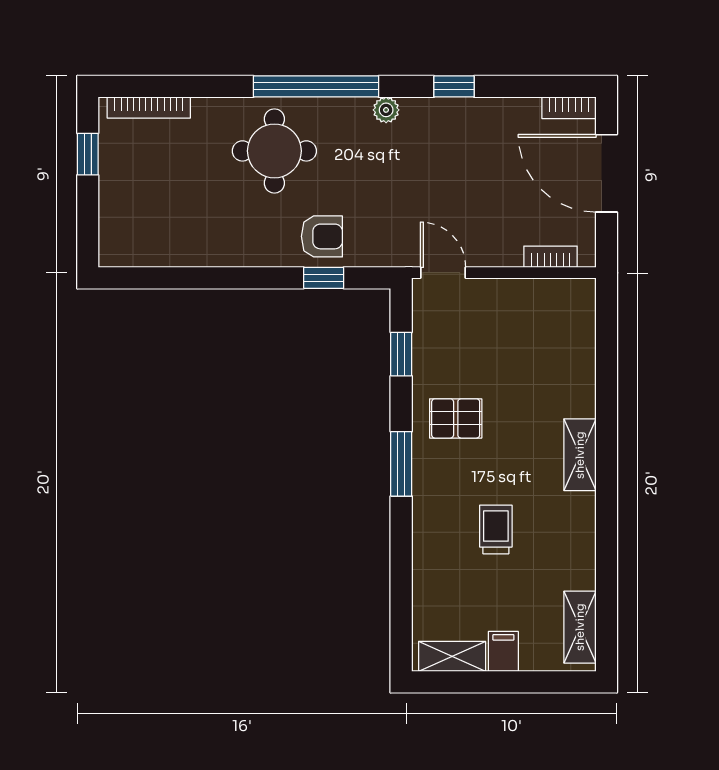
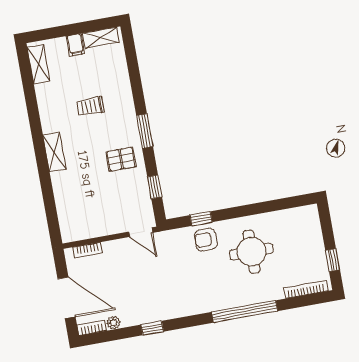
window: (316, 86) -> (245, 311), moved
plant: (386, 110) -> (113, 323), moved
round table: (274, 151) -> (251, 252), moved
trolley: (496, 529) -> (90, 106), turned 90

